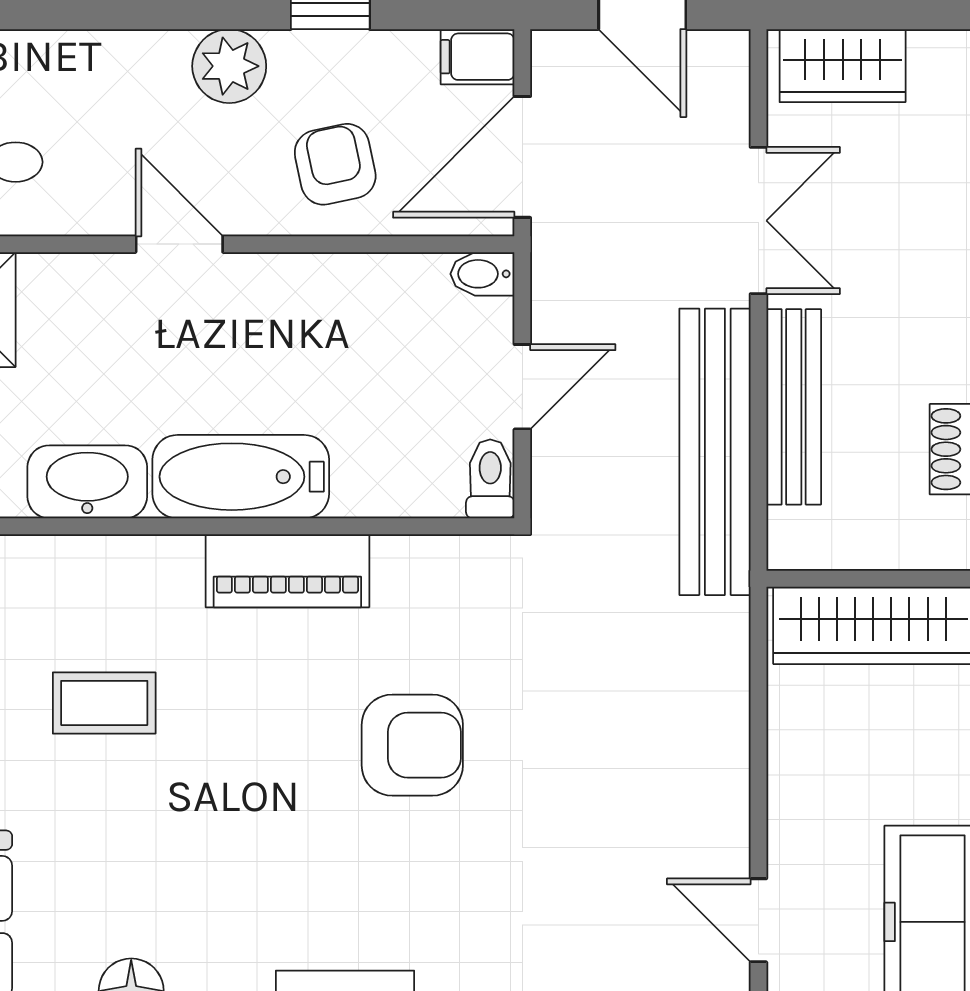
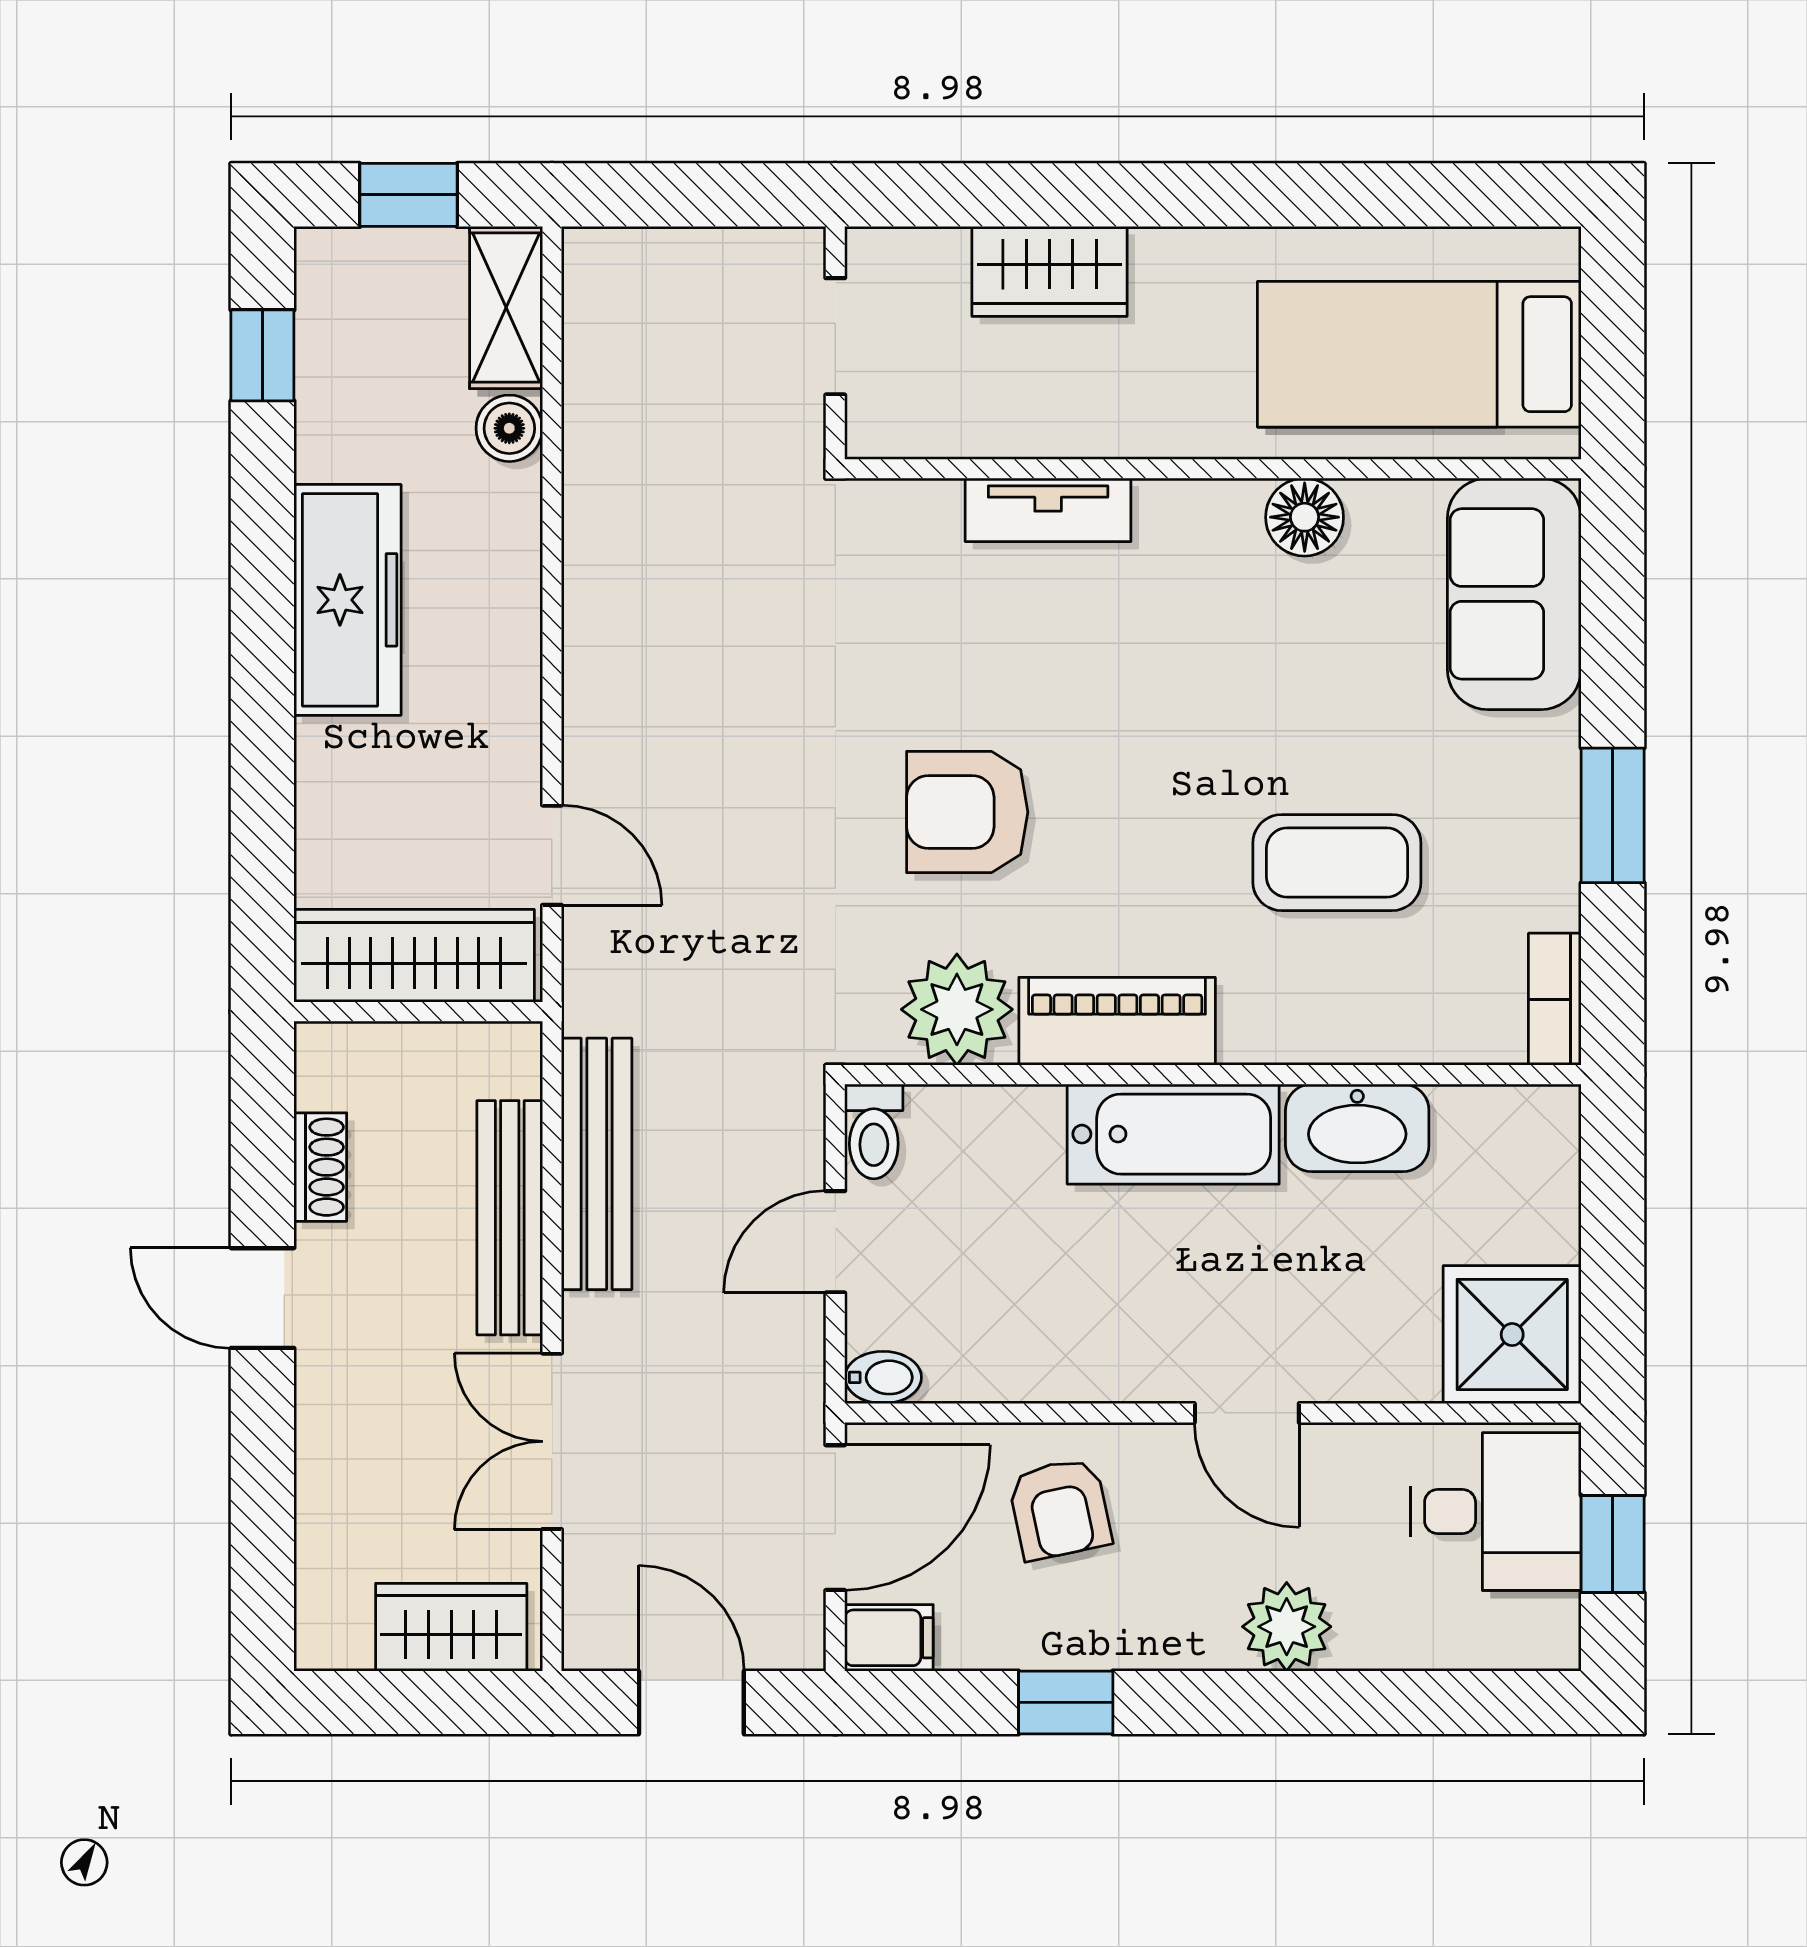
plant: (229, 66) -> (1287, 1627), moved
bench: (715, 452) -> (597, 1164), width x0.73, depth x0.82
plant: (421, 581) -> (957, 1009), added
coffee table: (104, 703) -> (1337, 863), width x1.36, depth x1.30
door: (758, 920) -> (552, 855), moved

